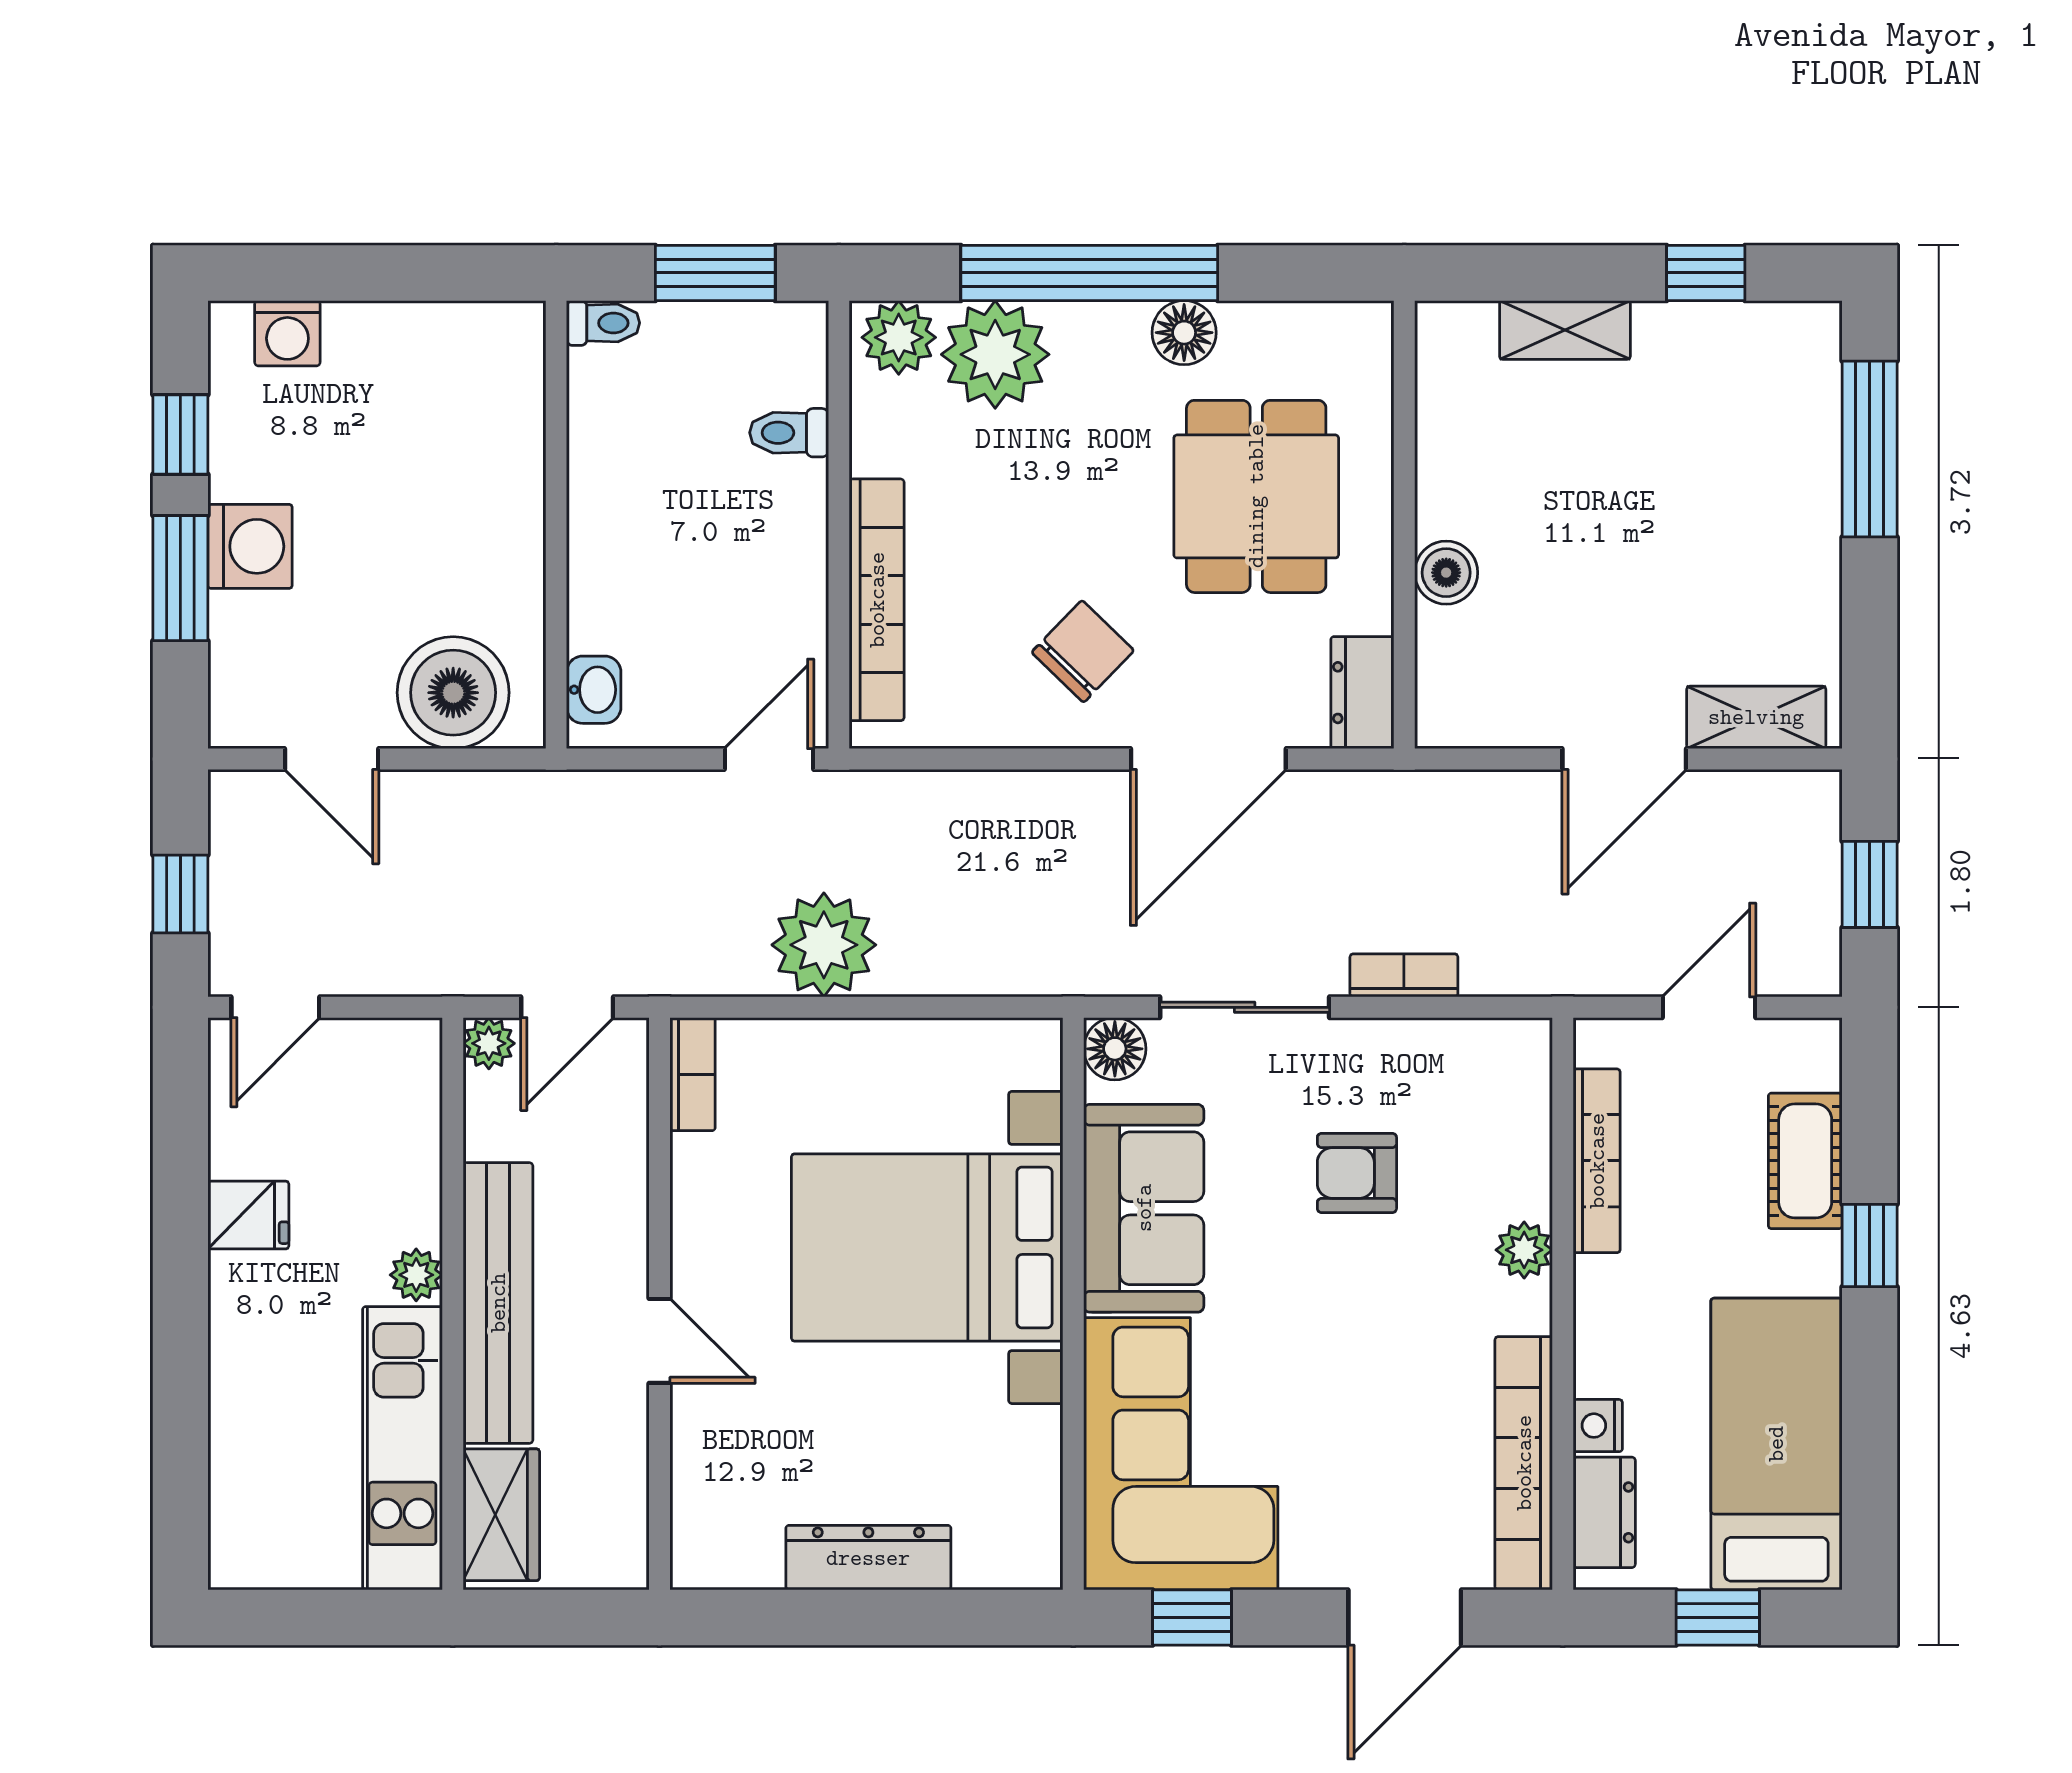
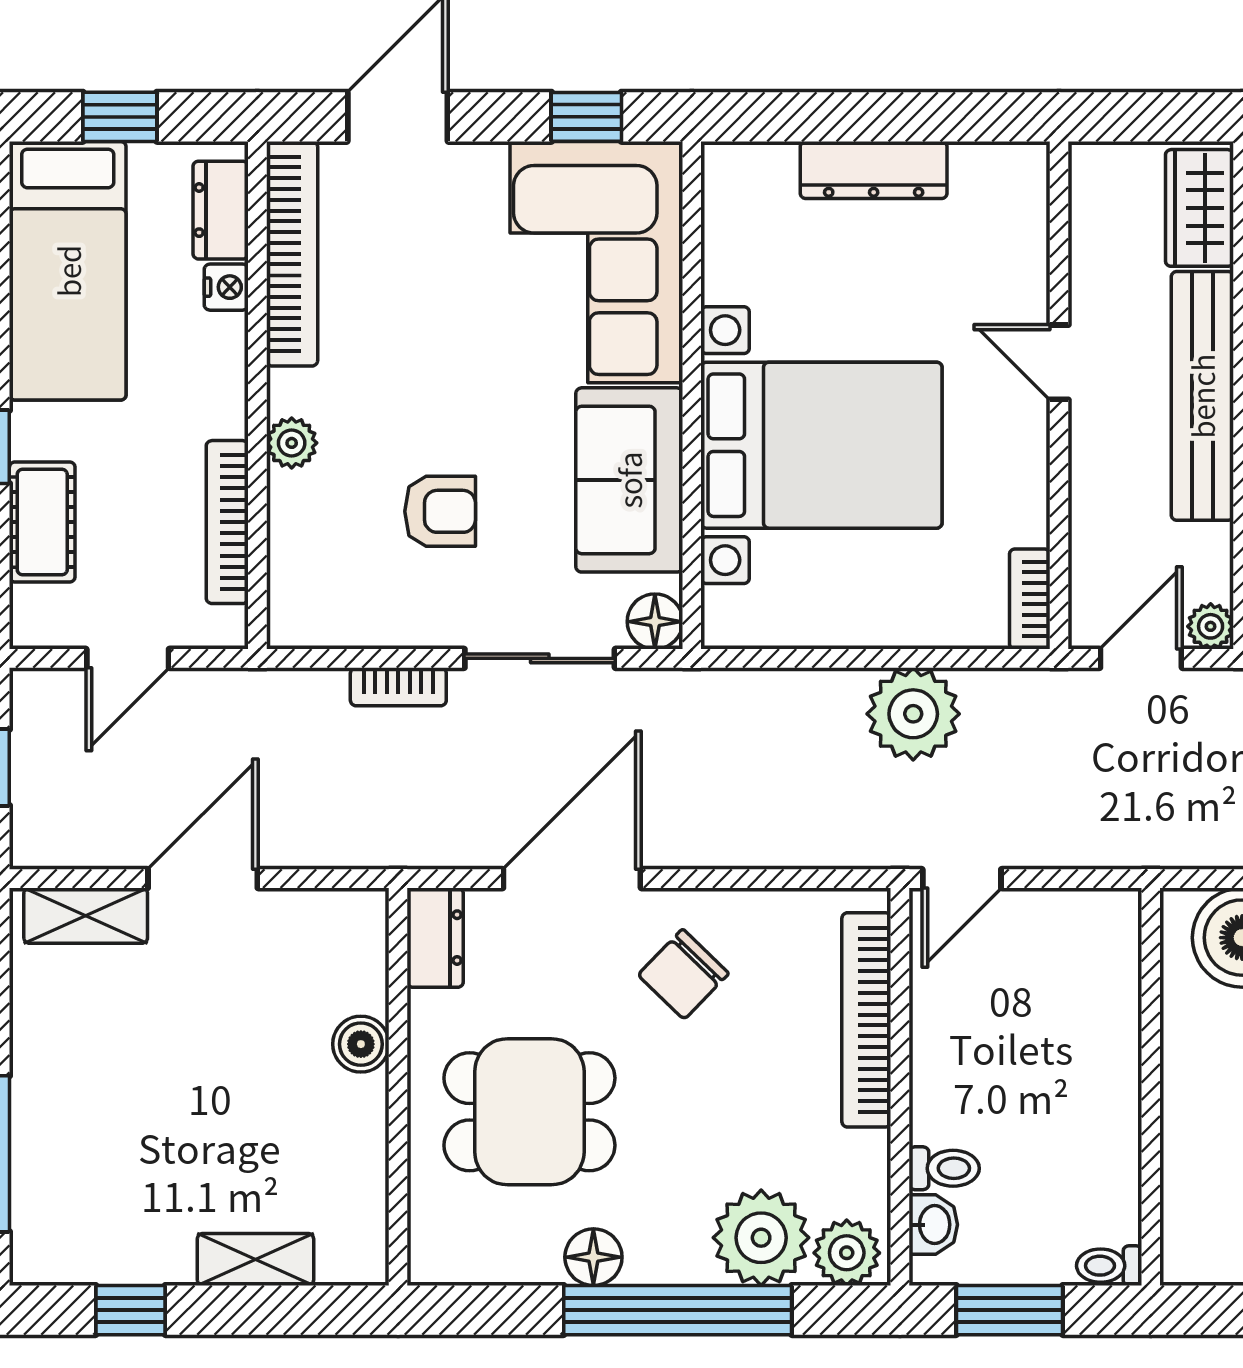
dining table: (1256, 496) -> (529, 1112), turned 90
washbasin: (594, 690) -> (933, 1225), moved, turned 180

